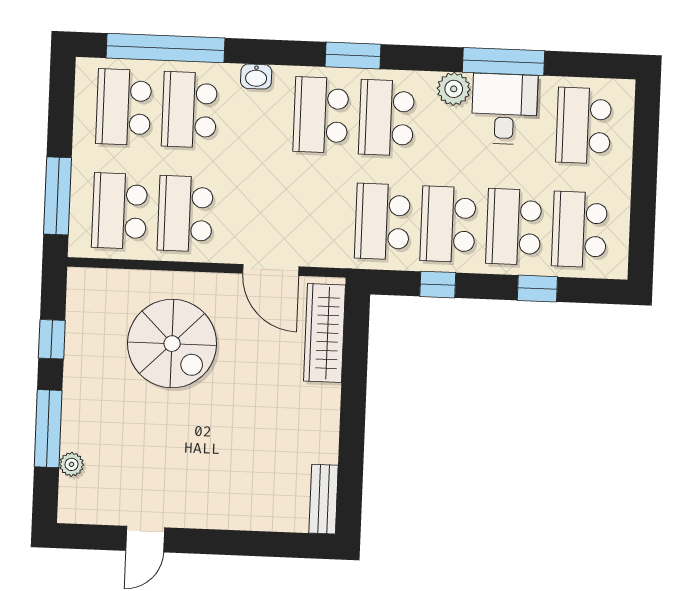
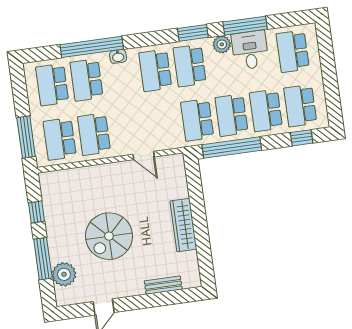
window: (166, 48) -> (92, 47), moved
window: (353, 56) -> (193, 33), moved
door: (271, 270) -> (144, 156), width x0.73
window: (438, 285) -> (232, 147), width x3.17
window: (537, 289) -> (302, 138), moved
wardrobe: (324, 333) -> (183, 225), moved
spiral stairs: (172, 344) -> (109, 236), moved, turned 90
plant: (71, 464) -> (64, 274), width x1.88, depth x1.88
bench: (324, 499) -> (163, 285), moved, turned 90

